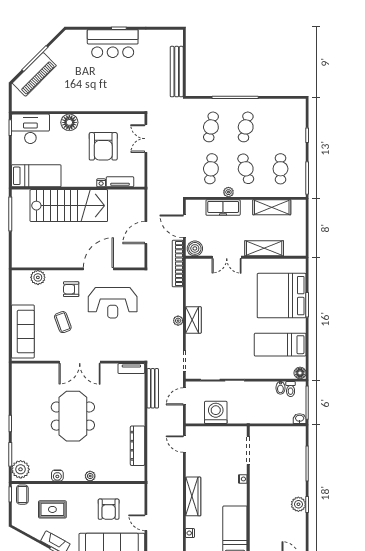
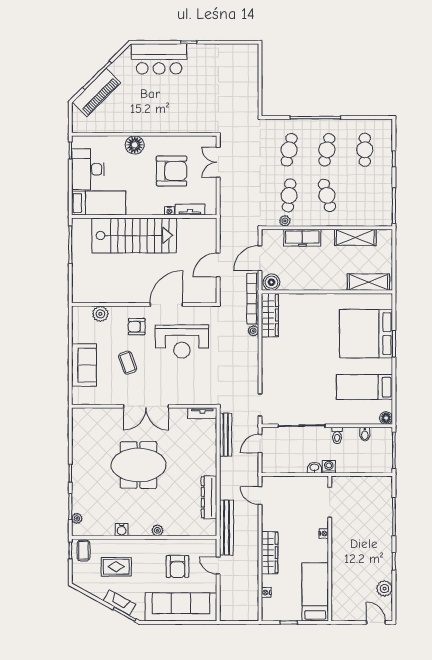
bar counter: (113, 44) -> (159, 59), moved
bench: (177, 72) -> (226, 528), moved
desk: (30, 129) -> (88, 169), moved, turned -90
armchair: (103, 146) -> (172, 171), turned -90
cafe table: (280, 169) -> (365, 150), moved
plant: (228, 192) -> (285, 221), moved
door: (184, 226) -> (260, 258), hinge flipped
shelving: (264, 248) -> (368, 282), moved
double door: (227, 257) -> (306, 292), removed
wardrobe: (193, 320) -> (270, 315), moved, width x1.50
plant: (178, 321) -> (253, 331), moved
sofa: (23, 332) -> (84, 365), width x0.73
toilet: (291, 389) -> (337, 435), moved
washing machine: (216, 412) -> (329, 467), moved, width x0.53, depth x0.53
meeting table: (73, 416) -> (138, 465), turned 90
washbasin: (300, 419) -> (314, 468), moved
plant: (21, 469) -> (77, 518), width x0.53, depth x0.53
plant: (298, 504) -> (384, 589), moved
door: (146, 523) -> (218, 566), moved

